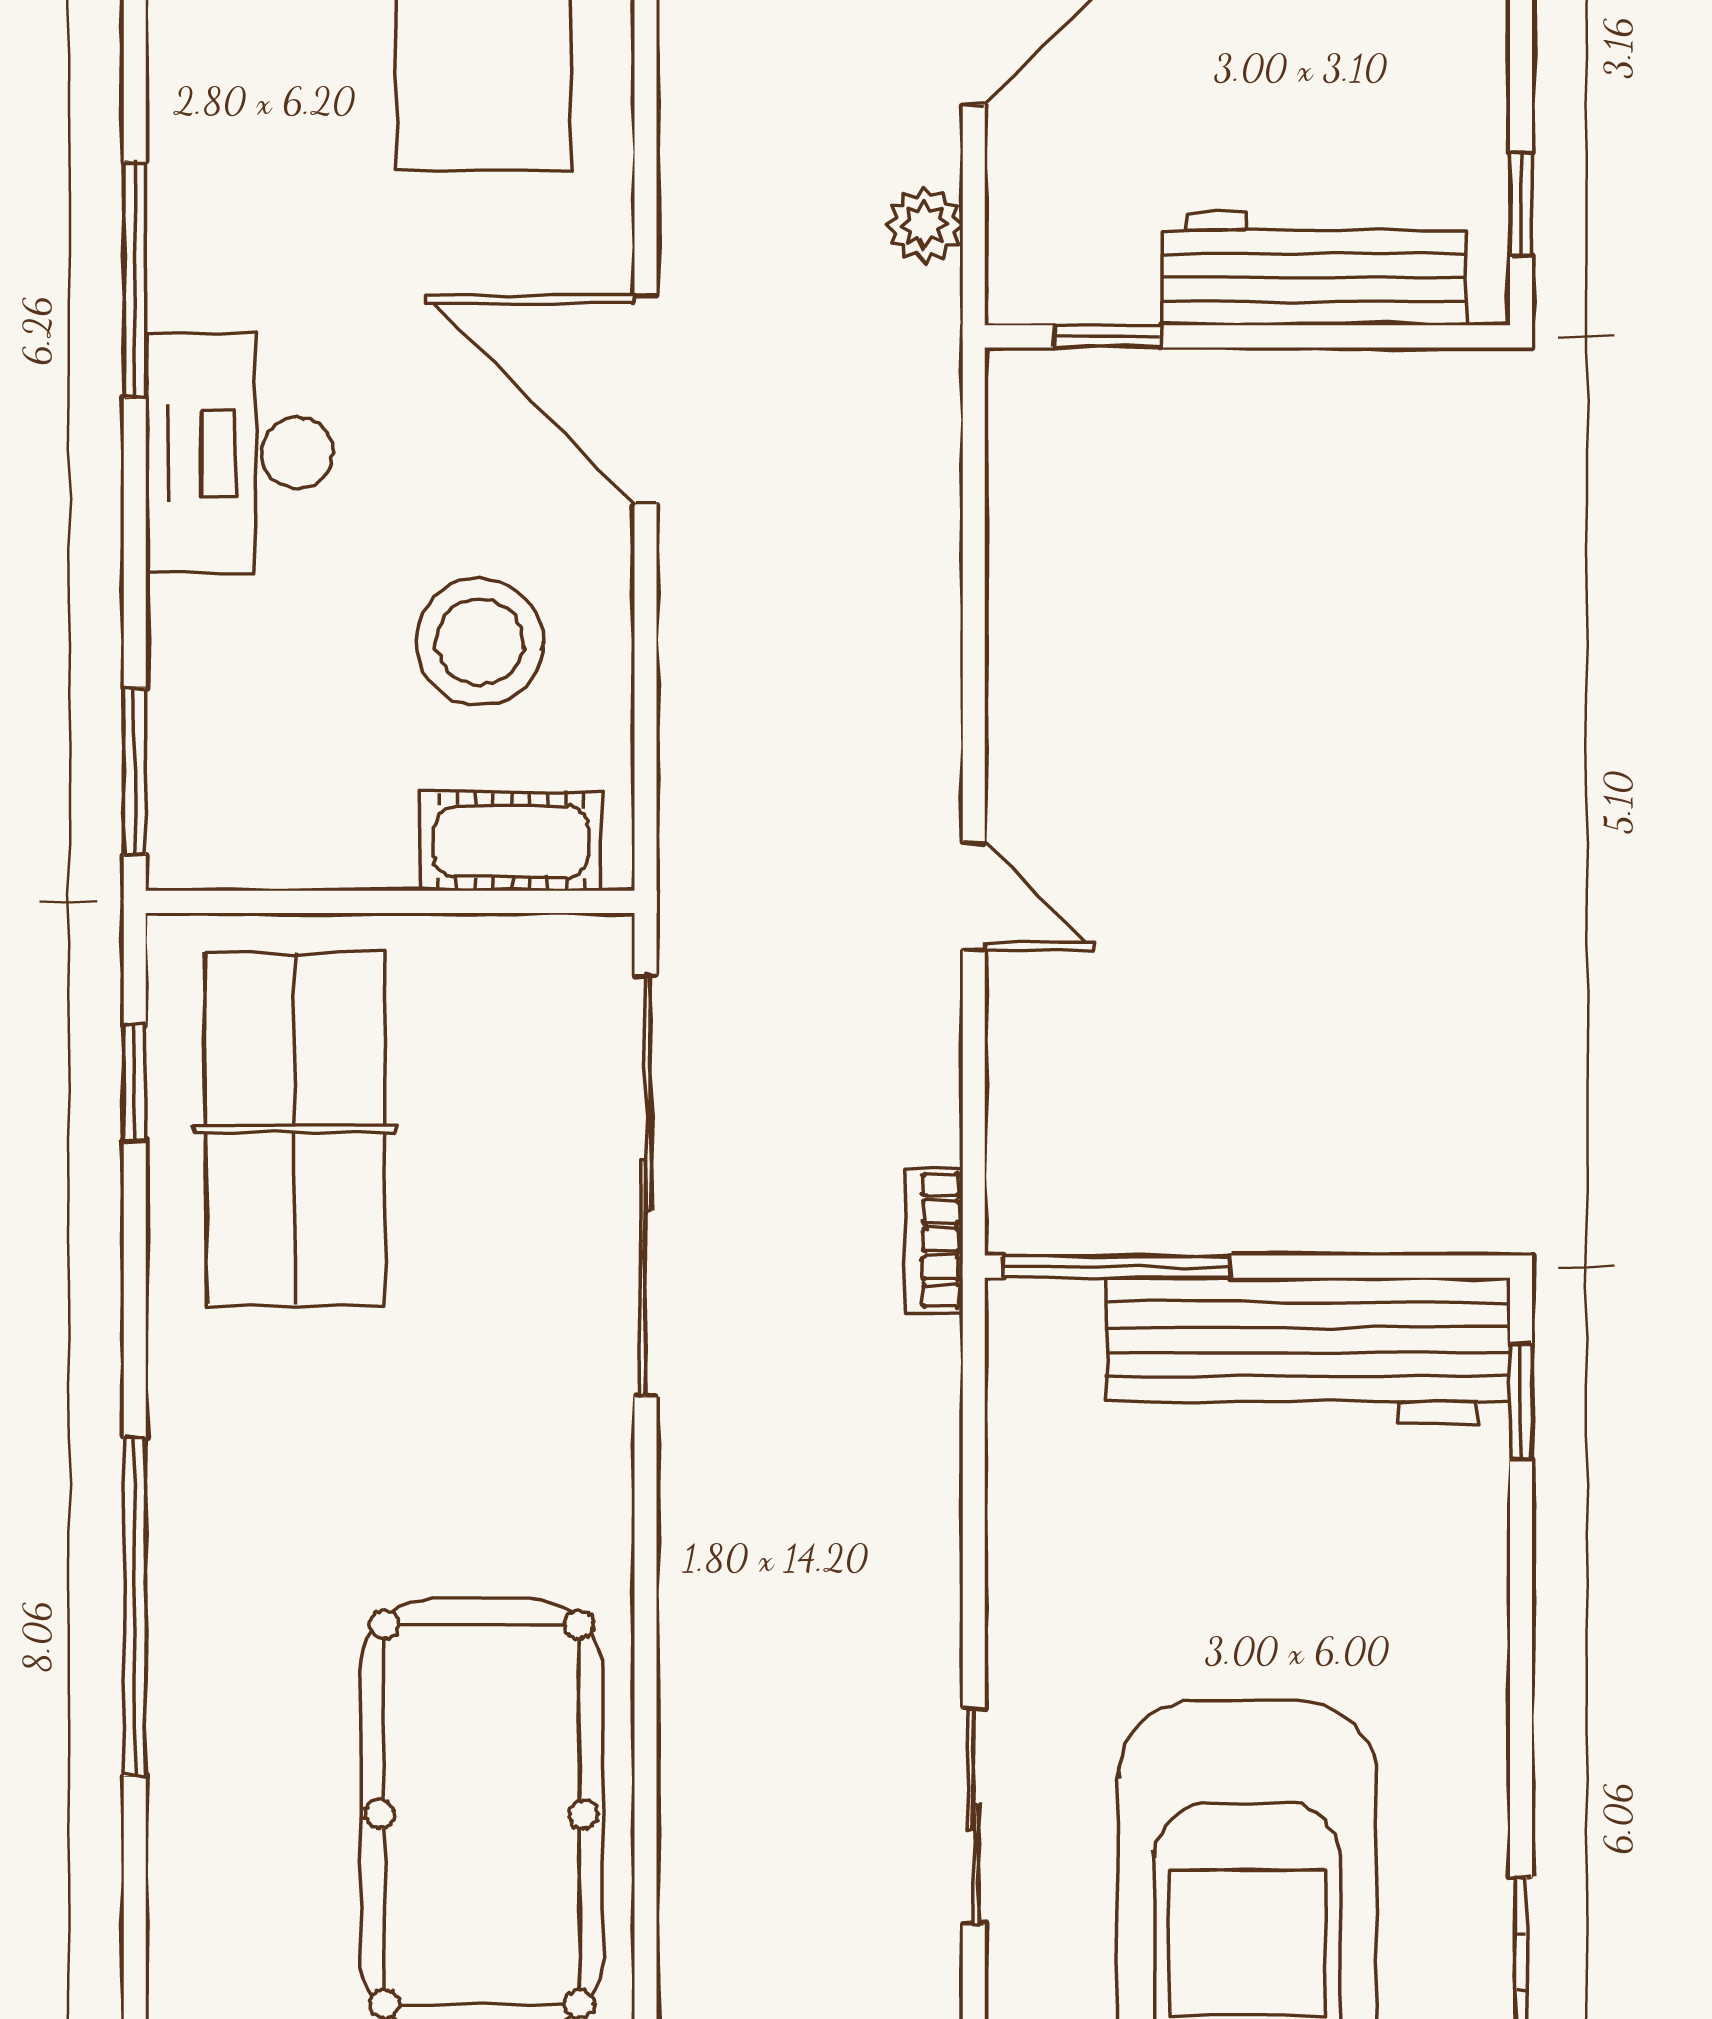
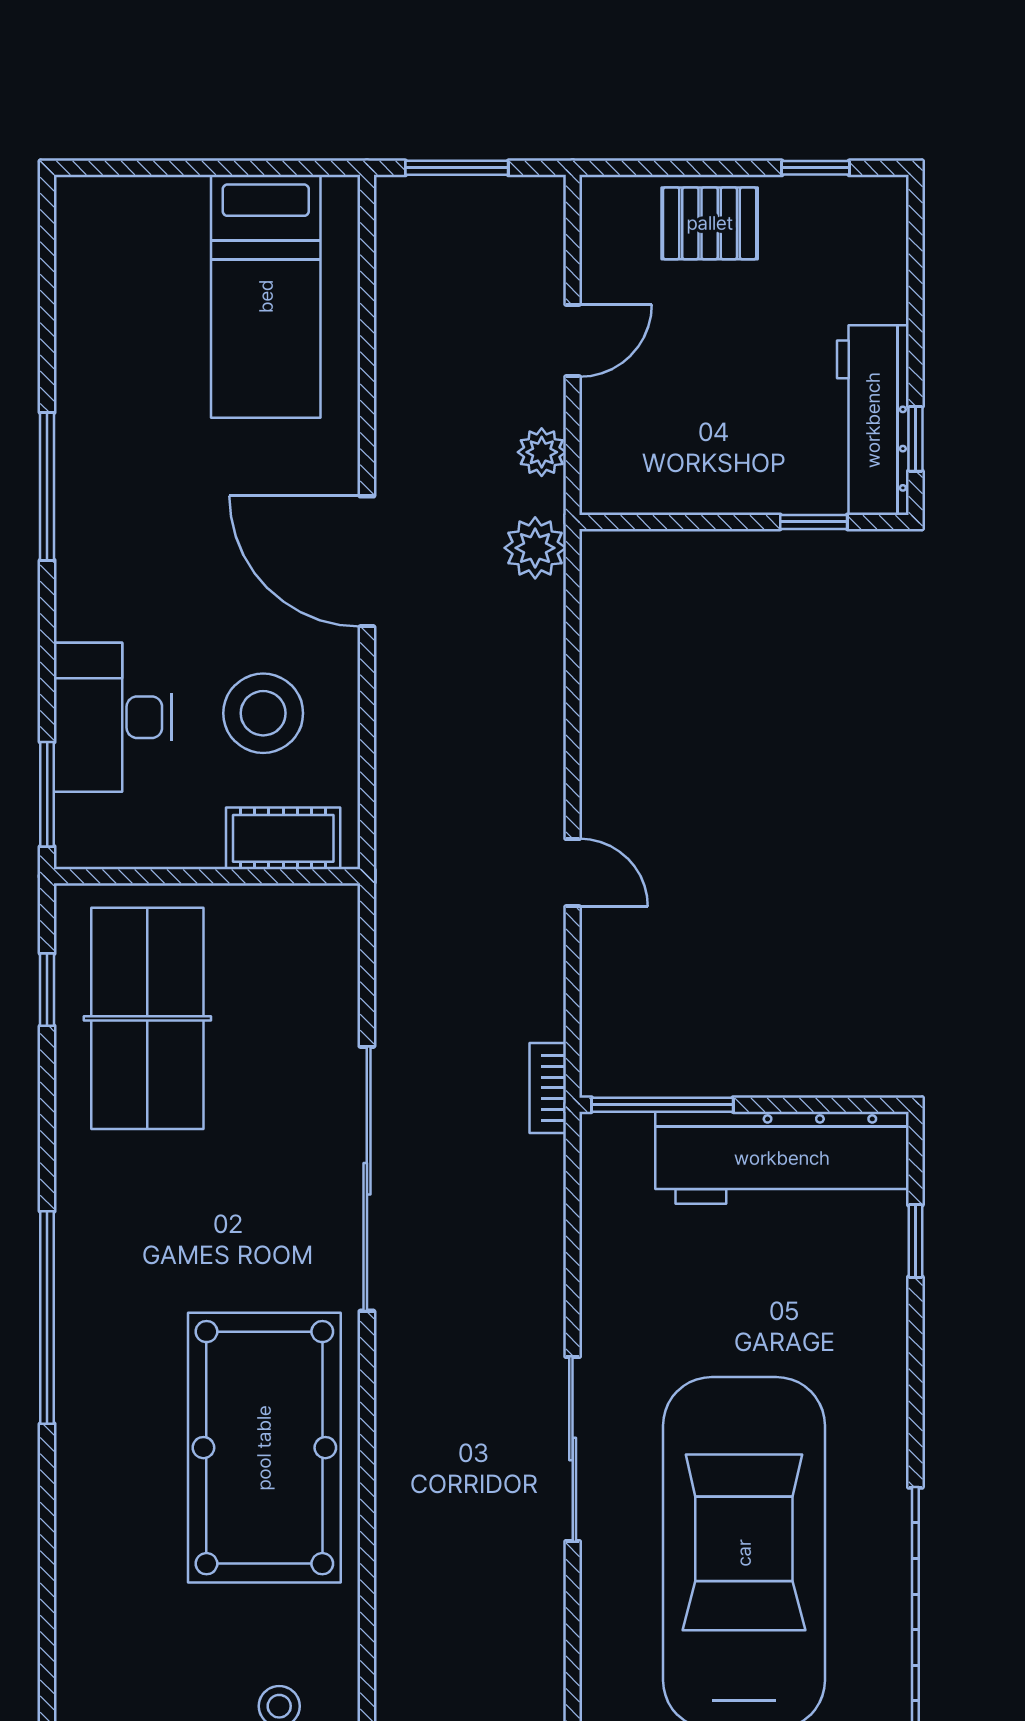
workbench: (1314, 269) -> (873, 420), moved, turned -90
window: (1108, 336) -> (814, 522), moved
plant: (914, 378) -> (535, 548), added
desk: (239, 453) -> (113, 717), moved
sliding door: (645, 1185) -> (367, 1179), moved
window: (1521, 1402) -> (915, 1241), moved
sliding door: (974, 1816) -> (573, 1449), width x1.37

